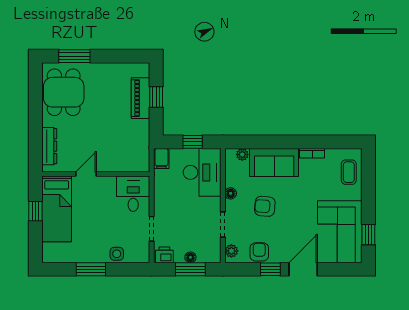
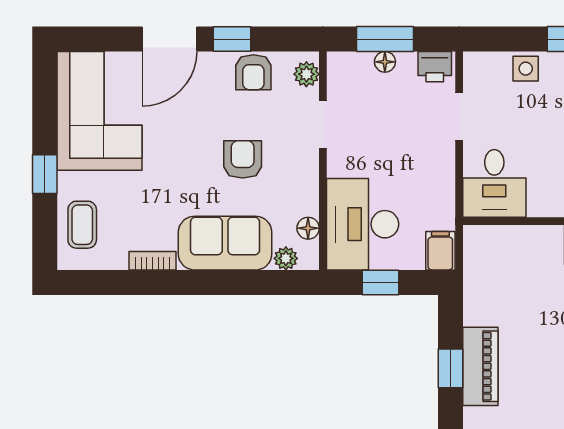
floor lamp: (231, 193) -> (308, 228), moved
armchair: (265, 206) -> (243, 159), turned -95
window: (368, 235) -> (45, 174), moved

